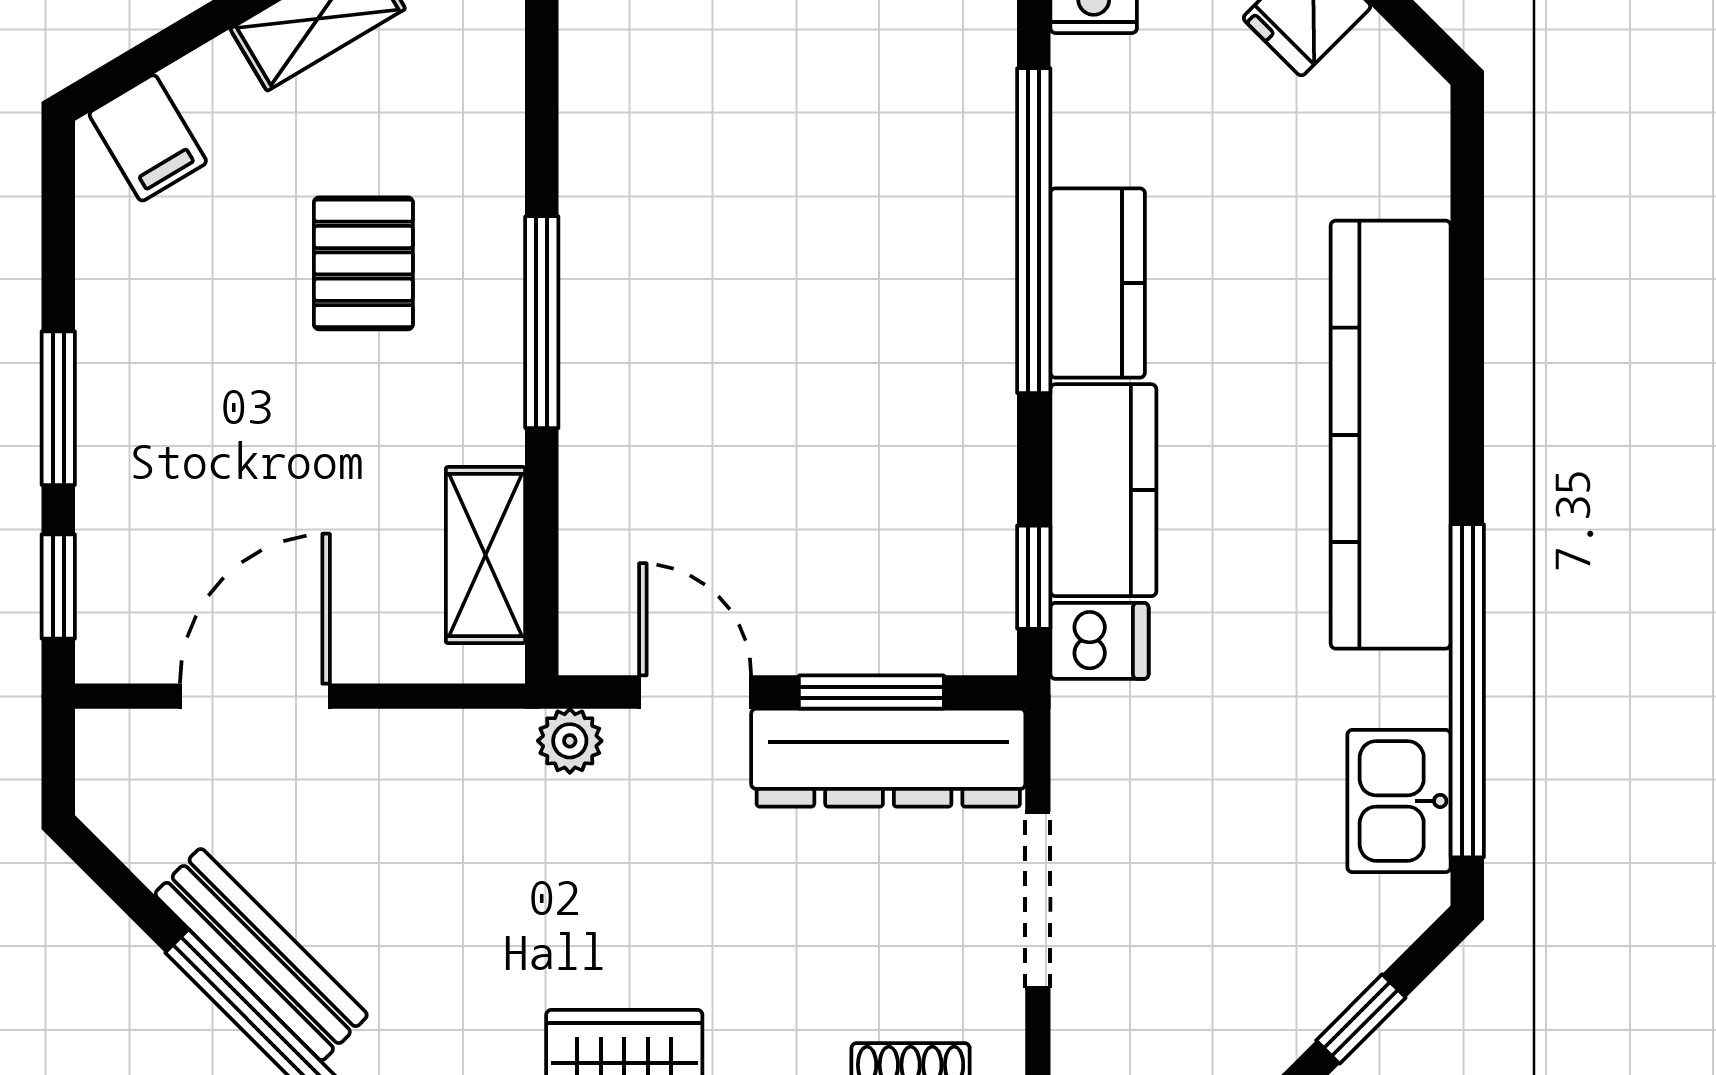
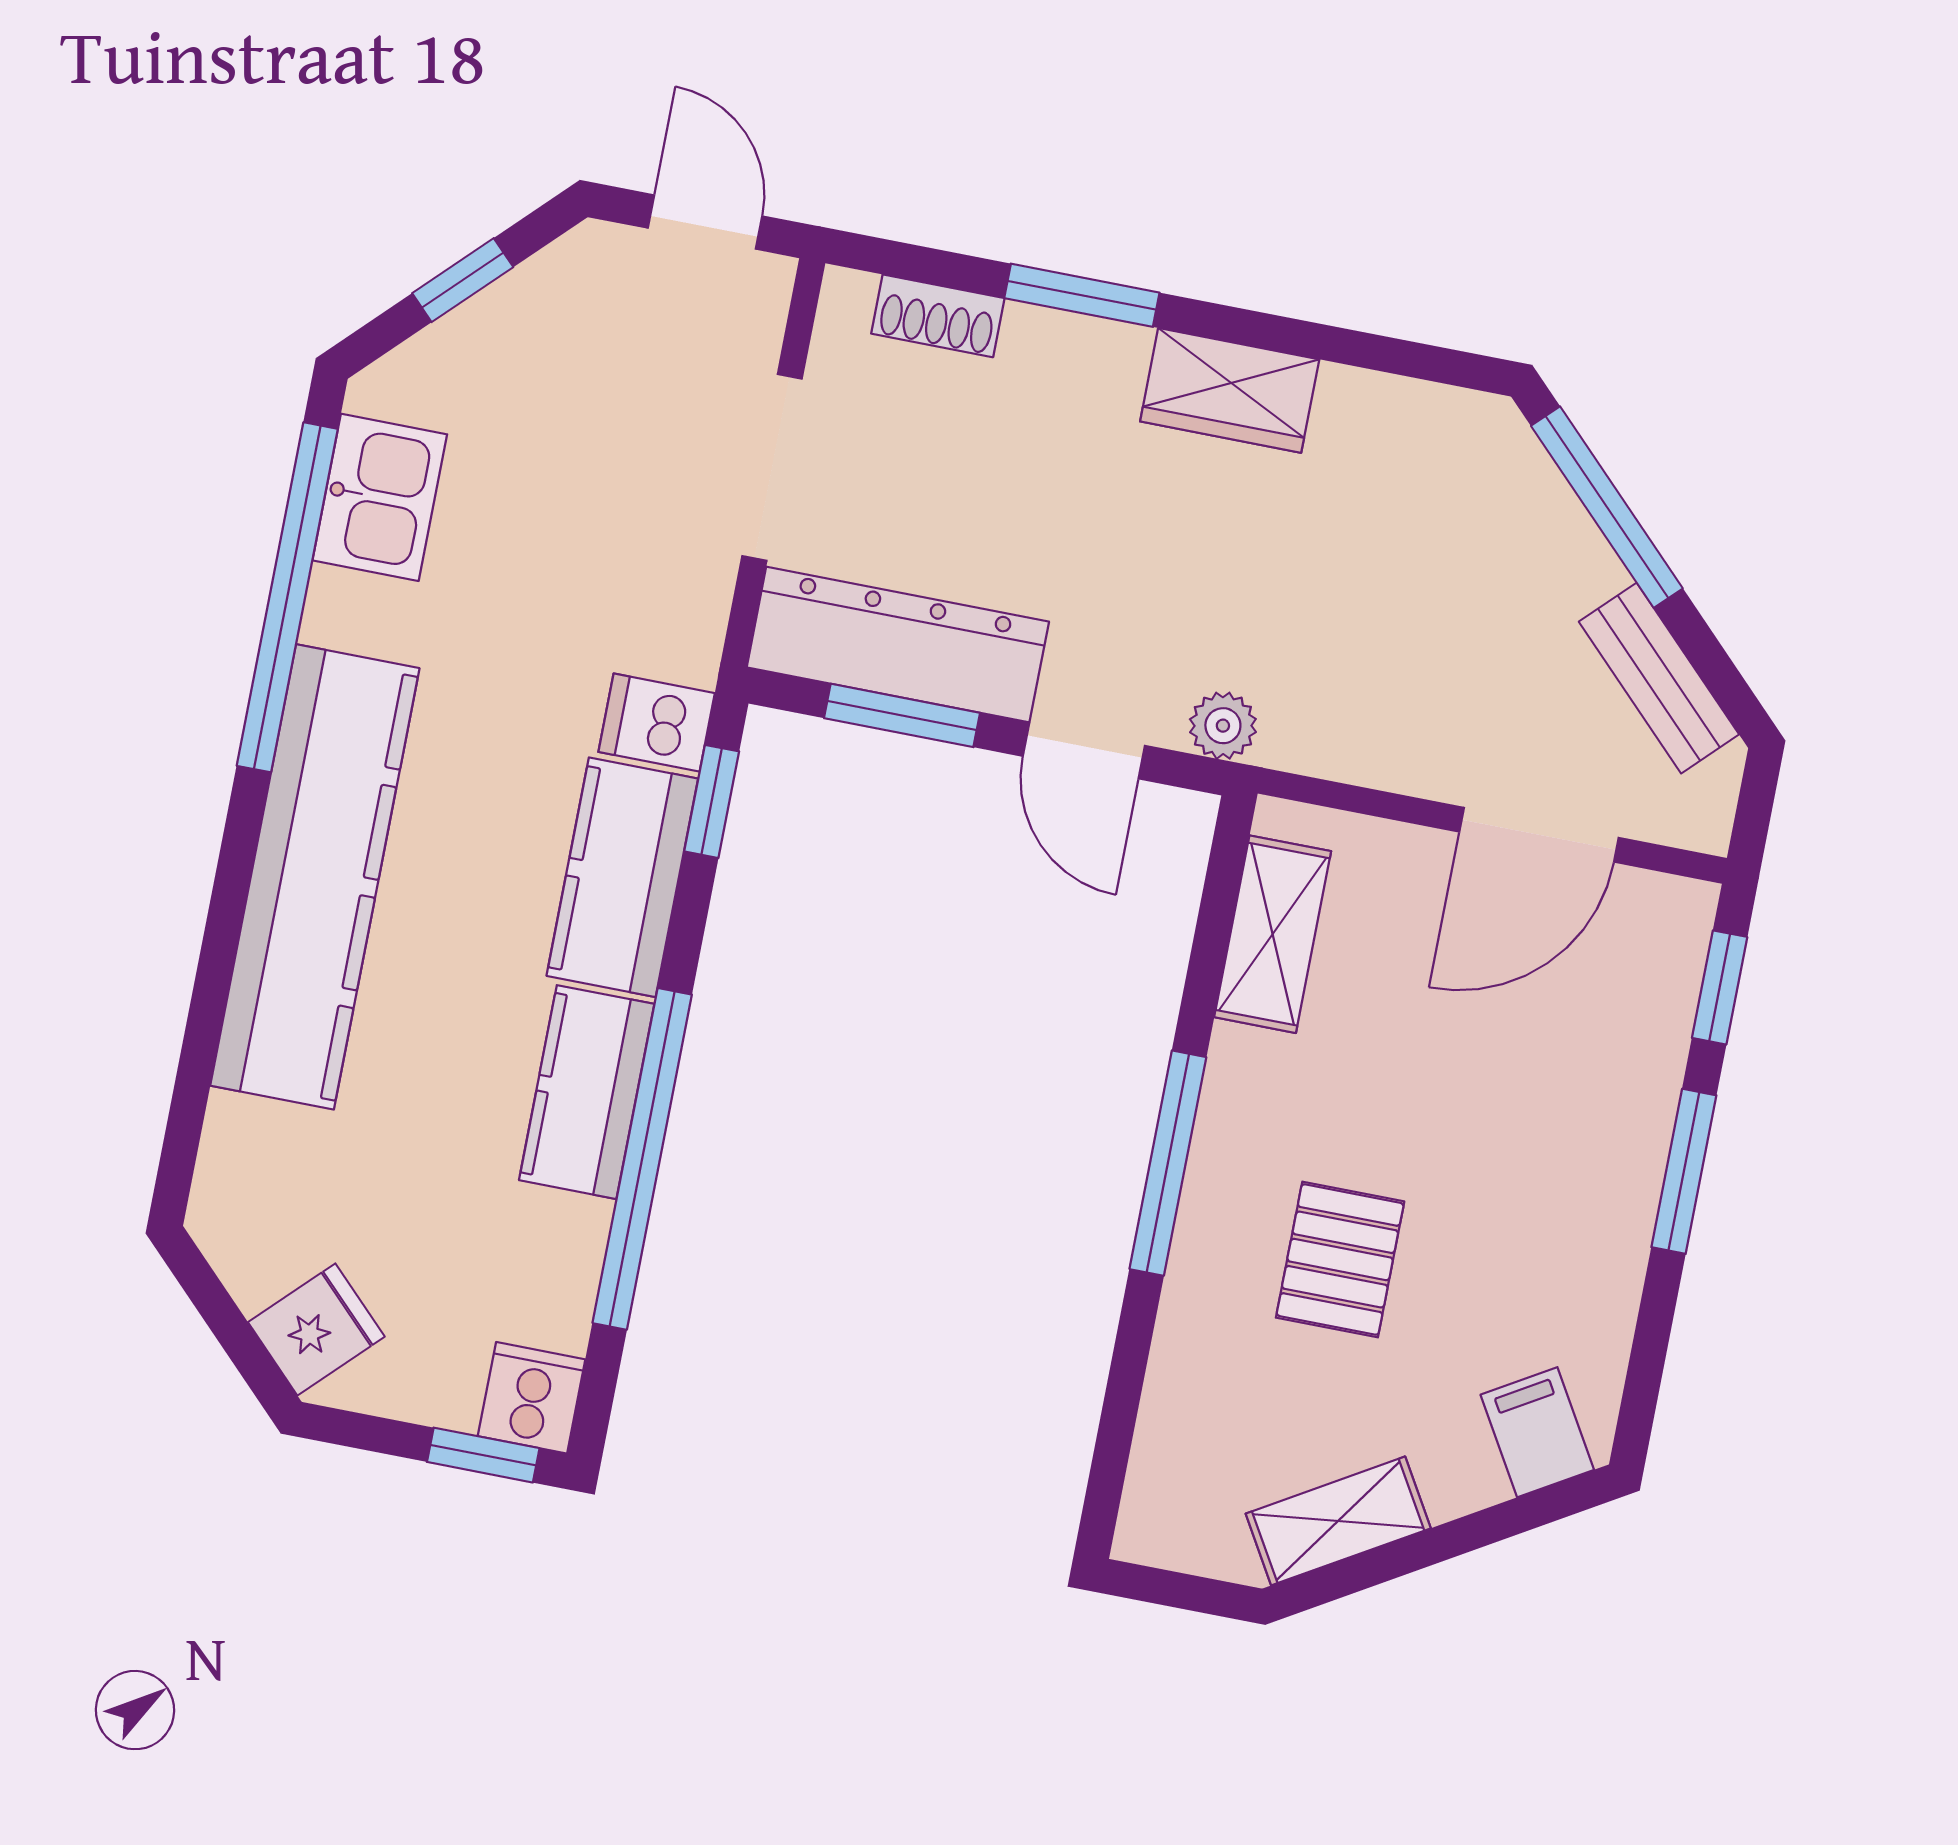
bench: (261, 954) -> (1659, 678), moved, width x0.73

